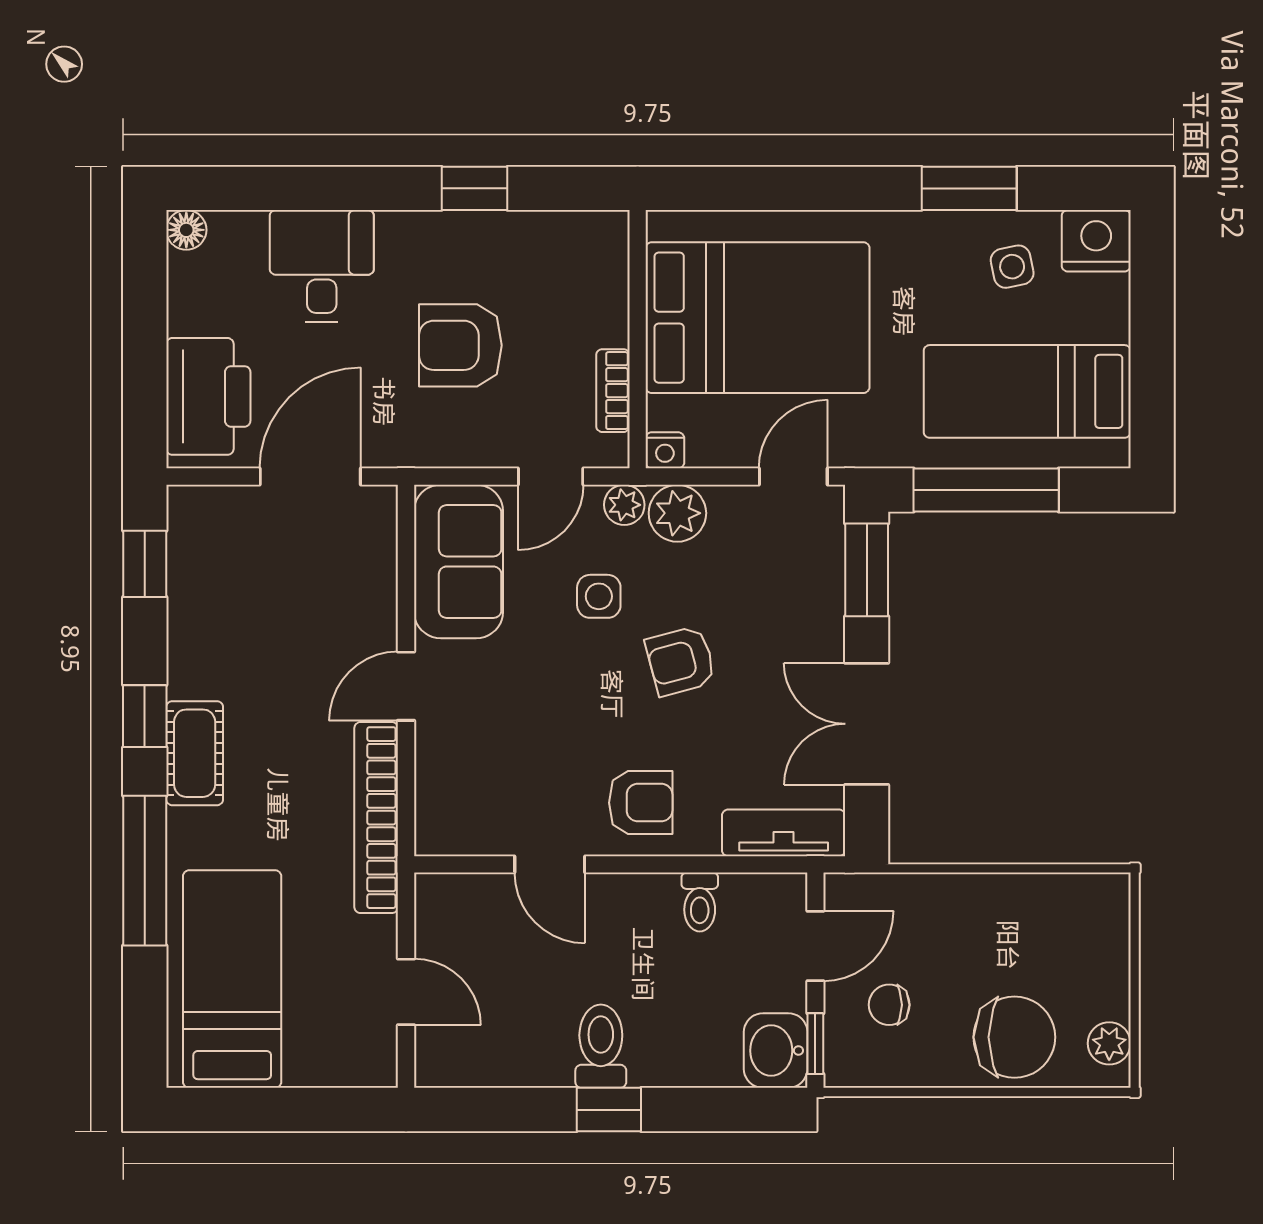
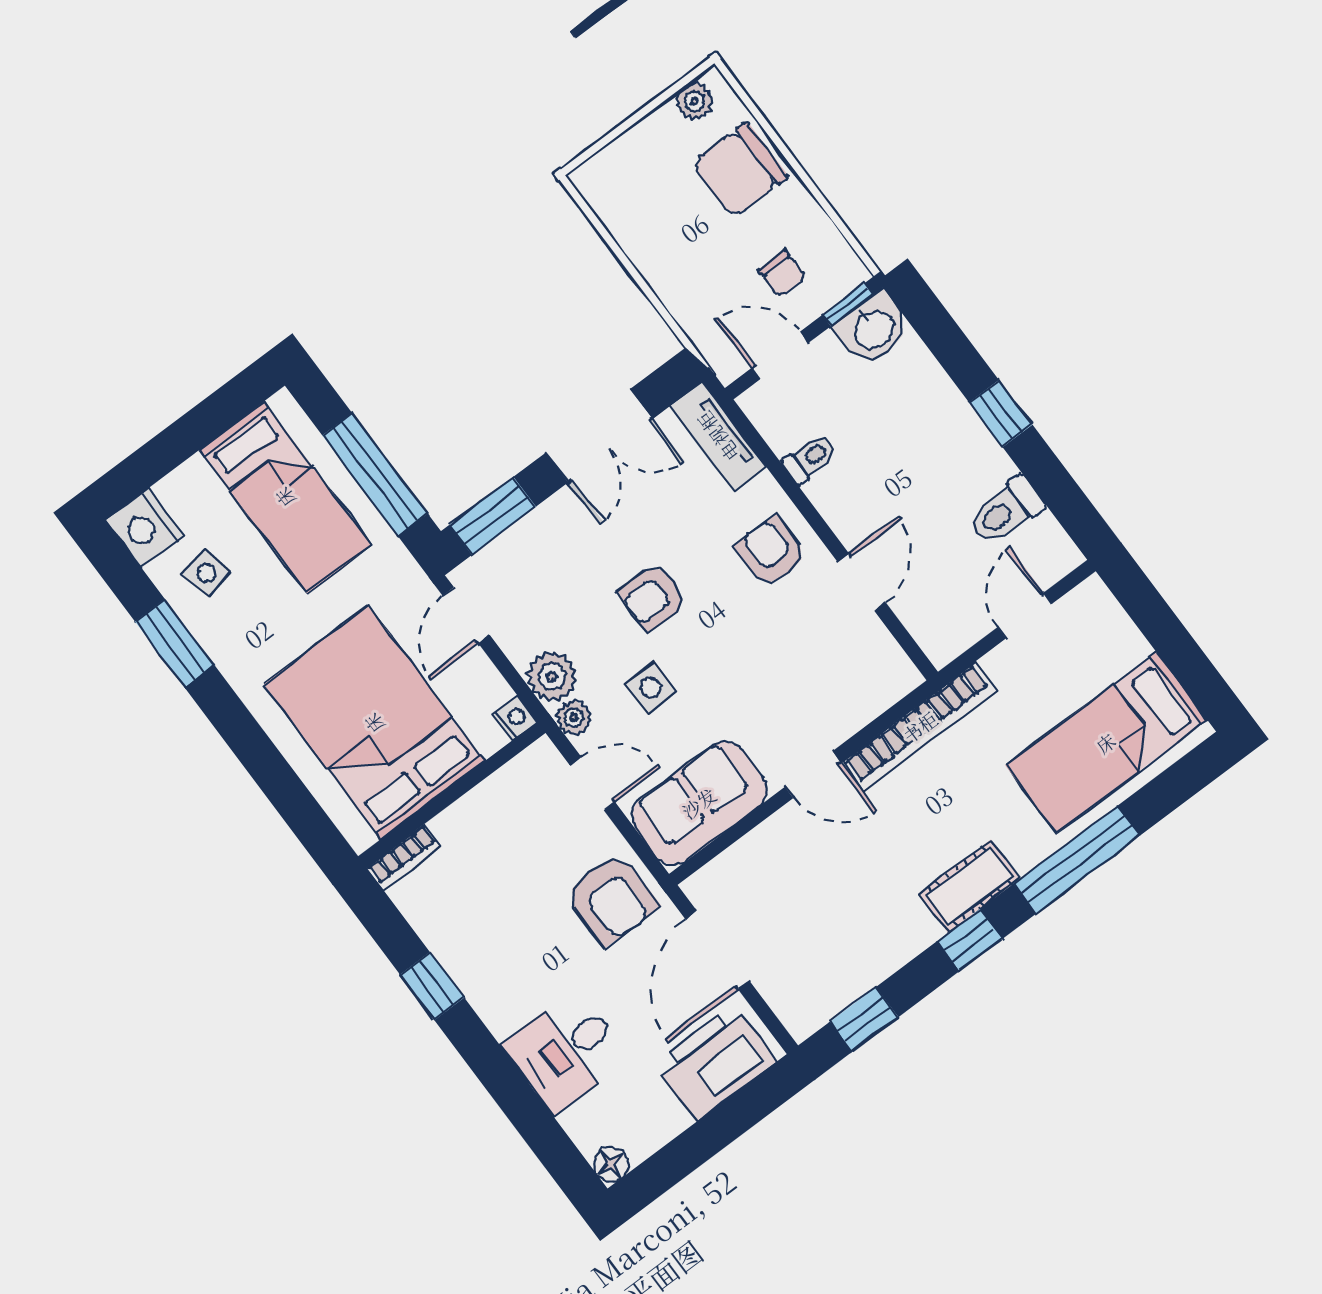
armchair: (460, 345) -> (611, 899), moved
bookcase: (613, 391) -> (404, 857), moved
door: (310, 477) -> (717, 950), hinge flipped
door: (793, 477) -> (466, 615), hinge flipped
armchair: (681, 661) -> (652, 597), turned 105
chair: (1014, 1037) -> (740, 170), turned -90
toilet: (601, 1046) -> (1006, 511), moved

